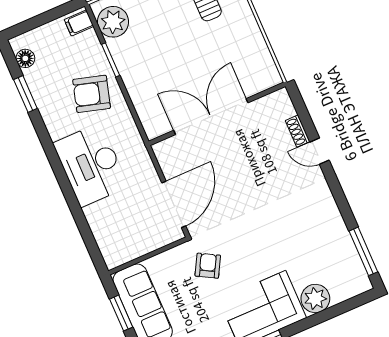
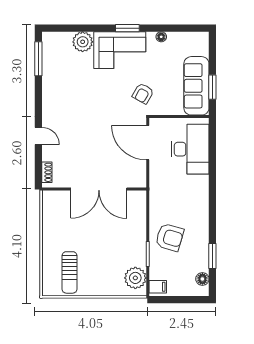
shoe rack: (298, 131) -> (47, 172), moved
desk: (91, 165) -> (190, 149), moved
door: (174, 204) -> (148, 143), hinge flipped

